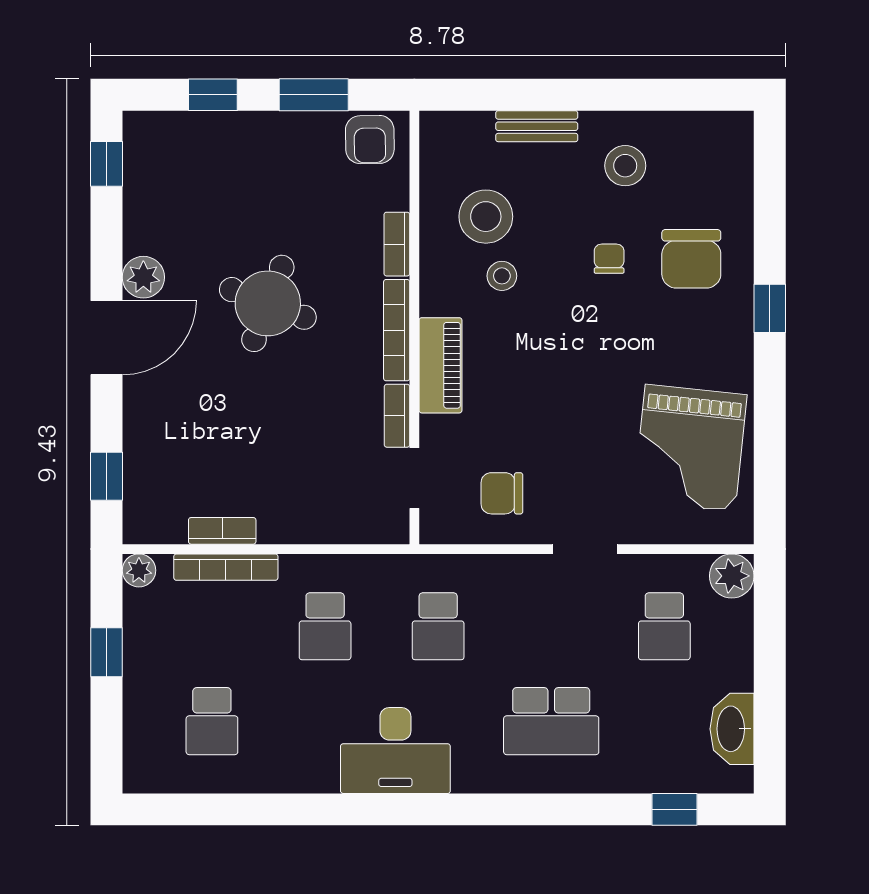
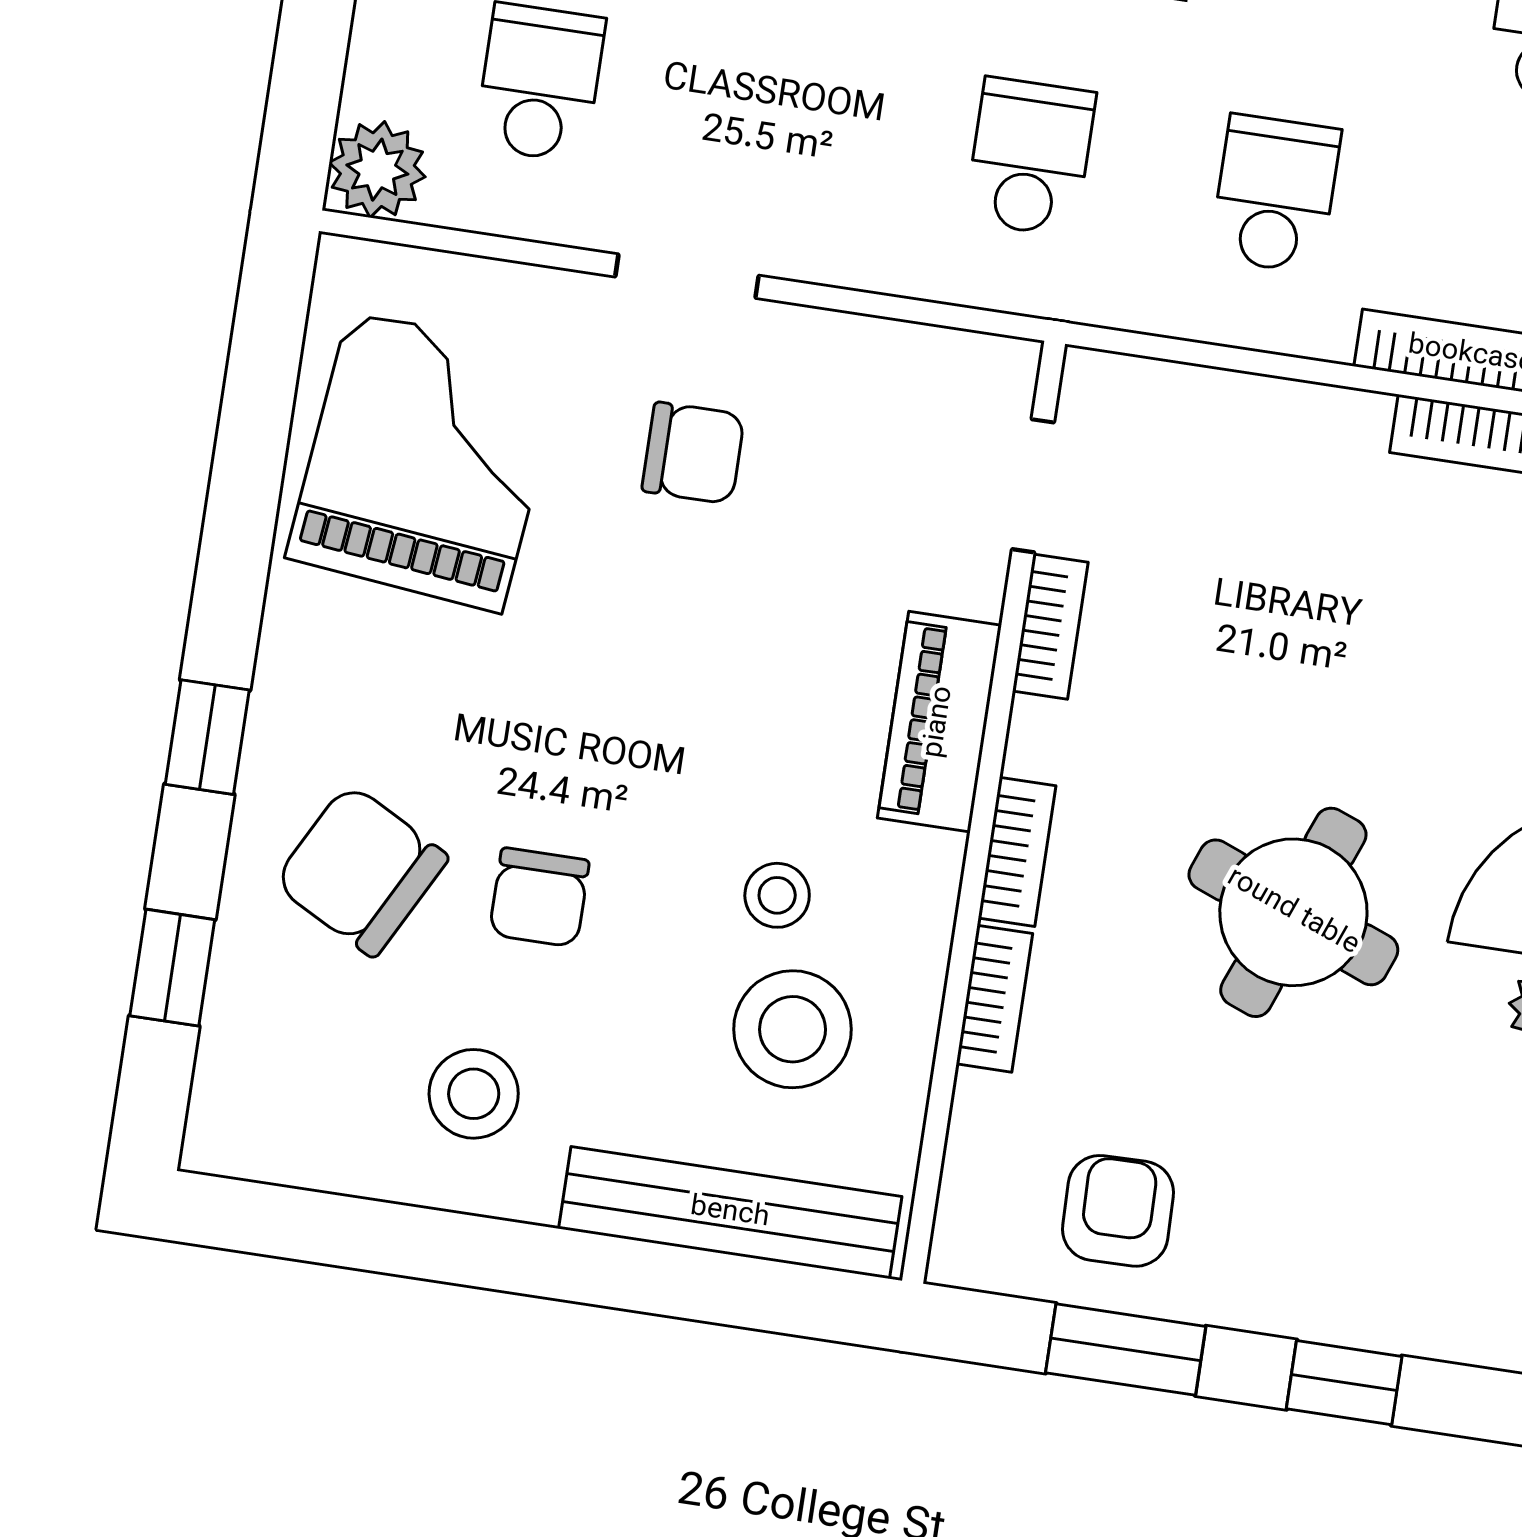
bench: (537, 126) -> (730, 1213), width x1.86, depth x1.21
armchair: (370, 140) -> (1118, 1211), moved
window: (770, 202) -> (172, 968), added
chair: (609, 259) -> (539, 897), width x1.37, depth x1.37
chair: (691, 259) -> (361, 870), turned -62
bookcase: (397, 330) -> (1017, 852), width x0.64
chair: (502, 493) -> (693, 453), moved

